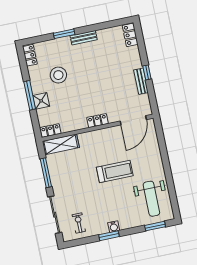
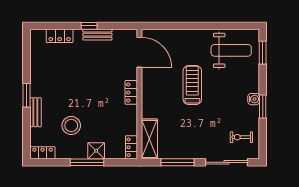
window: (64, 34) -> (26, 95), moved
locker: (130, 35) -> (60, 36), moved
bench: (84, 38) -> (35, 112), moved

